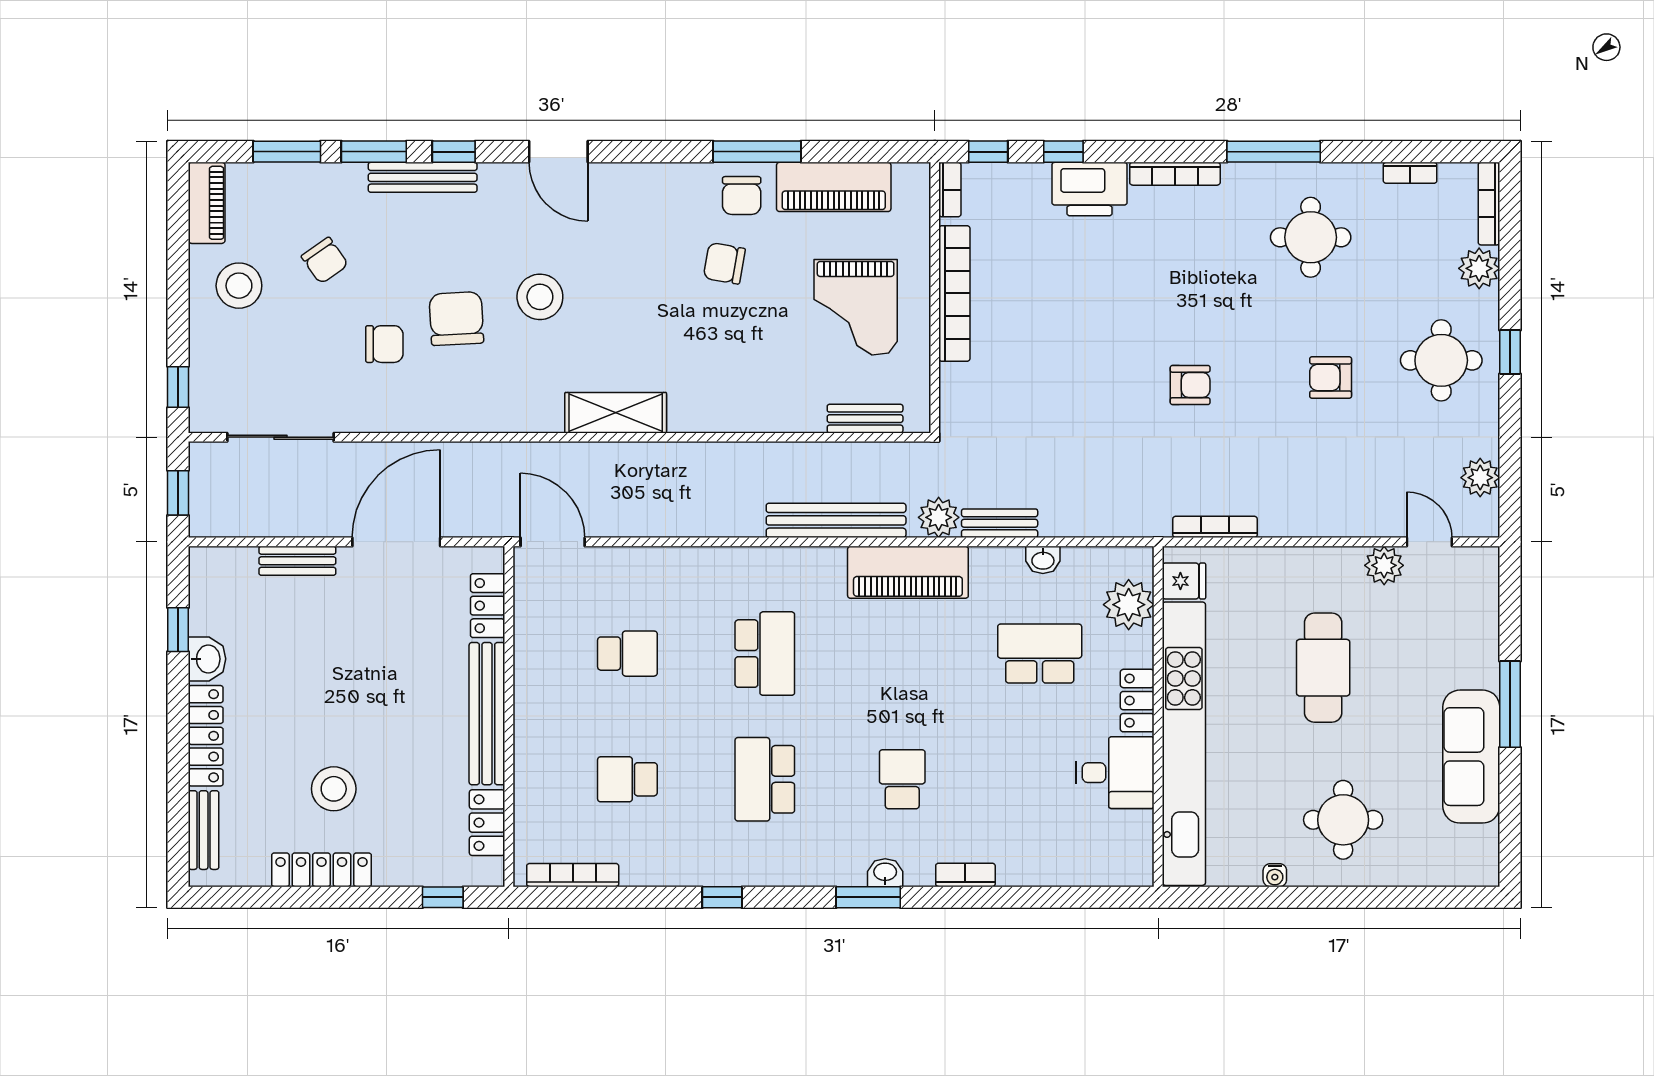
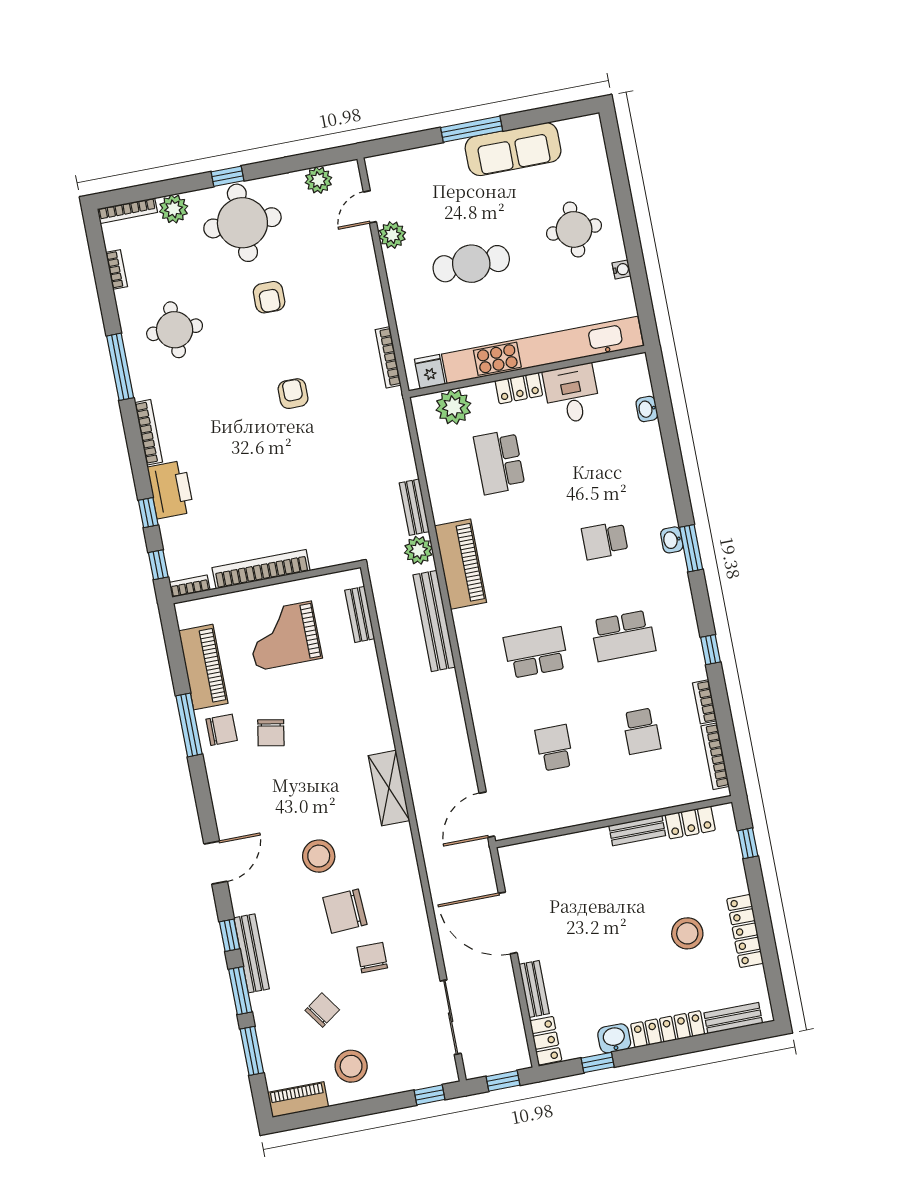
grand piano: (856, 307) -> (284, 636), turned 180
round table: (1441, 360) -> (242, 223), width x1.36, depth x1.36
washbasin: (1043, 560) -> (647, 409), moved, turned 180
locker: (488, 606) -> (546, 1041), moved, turned -90
bench: (487, 714) -> (637, 831), width x0.54, depth x0.82
bookcase: (965, 875) -> (705, 702), moved

